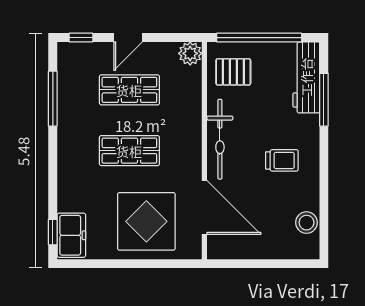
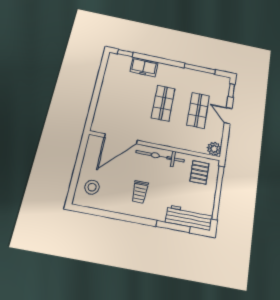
display table: (146, 221) -> (120, 104), removed
stool: (307, 223) -> (92, 187), moved
freezer: (71, 235) -> (144, 67), moved

